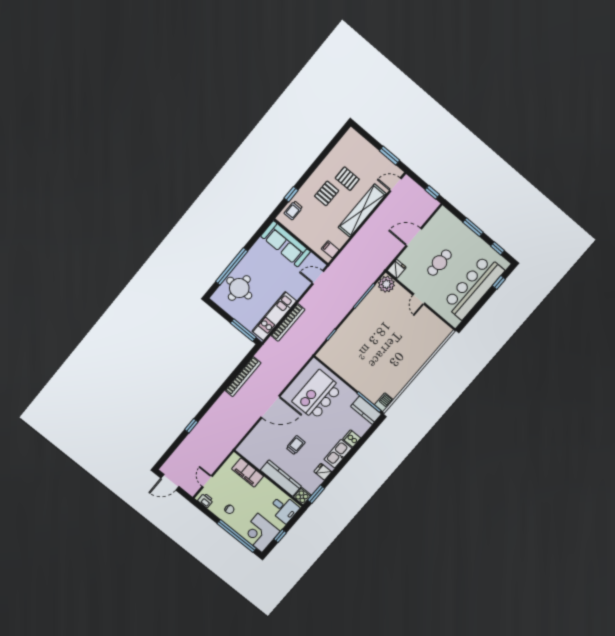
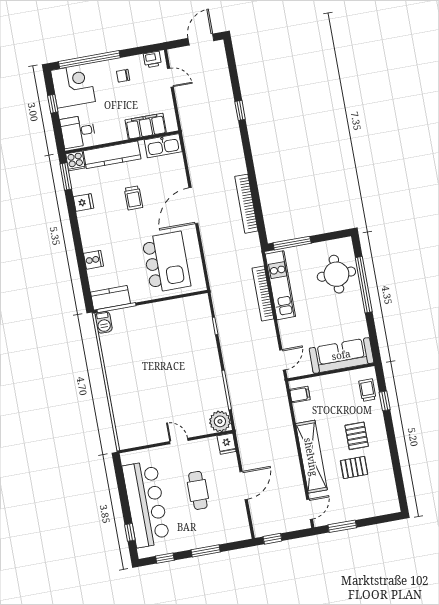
kitchen sink: (338, 454) -> (163, 146), moved, turned 90

